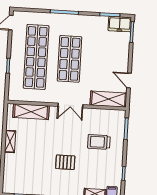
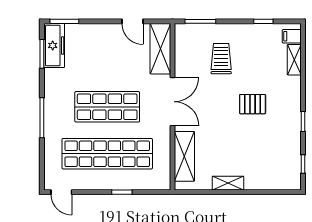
freezer: (120, 24) -> (54, 45), width x1.40
door: (129, 80) -> (132, 21), hinge flipped
double door: (70, 105) -> (172, 102), width x1.37
trolley: (99, 142) -> (221, 59), turned 180
pallet: (65, 162) -> (253, 104), turned 90

